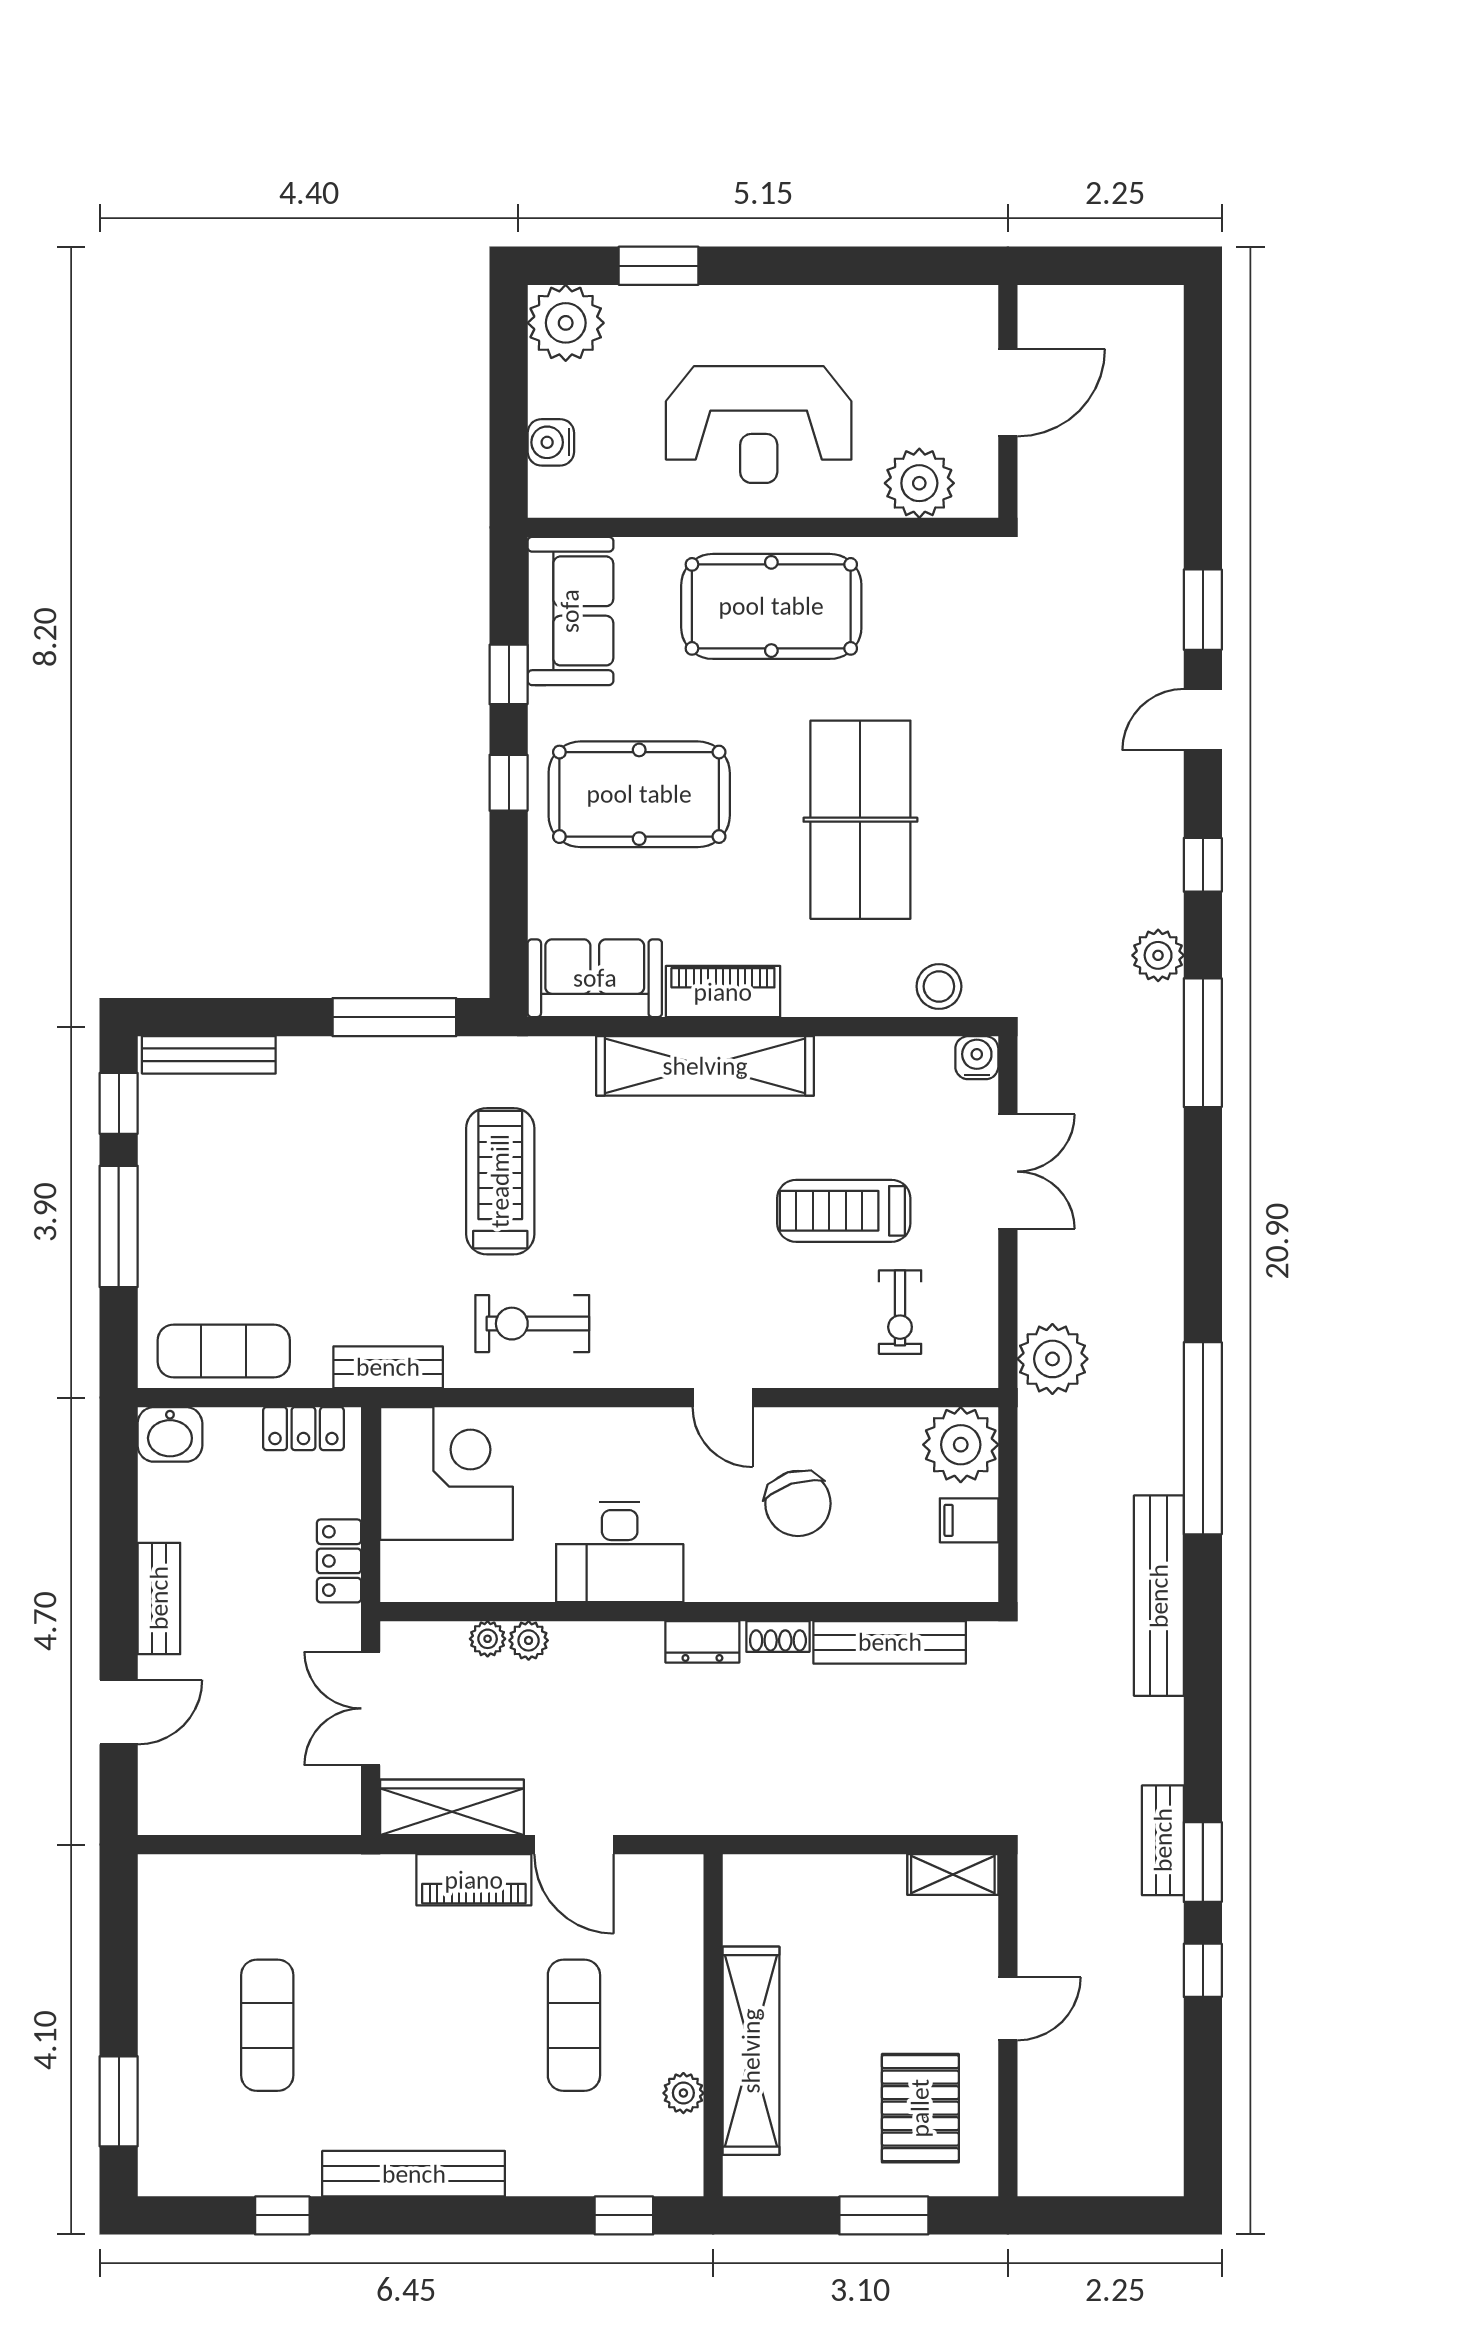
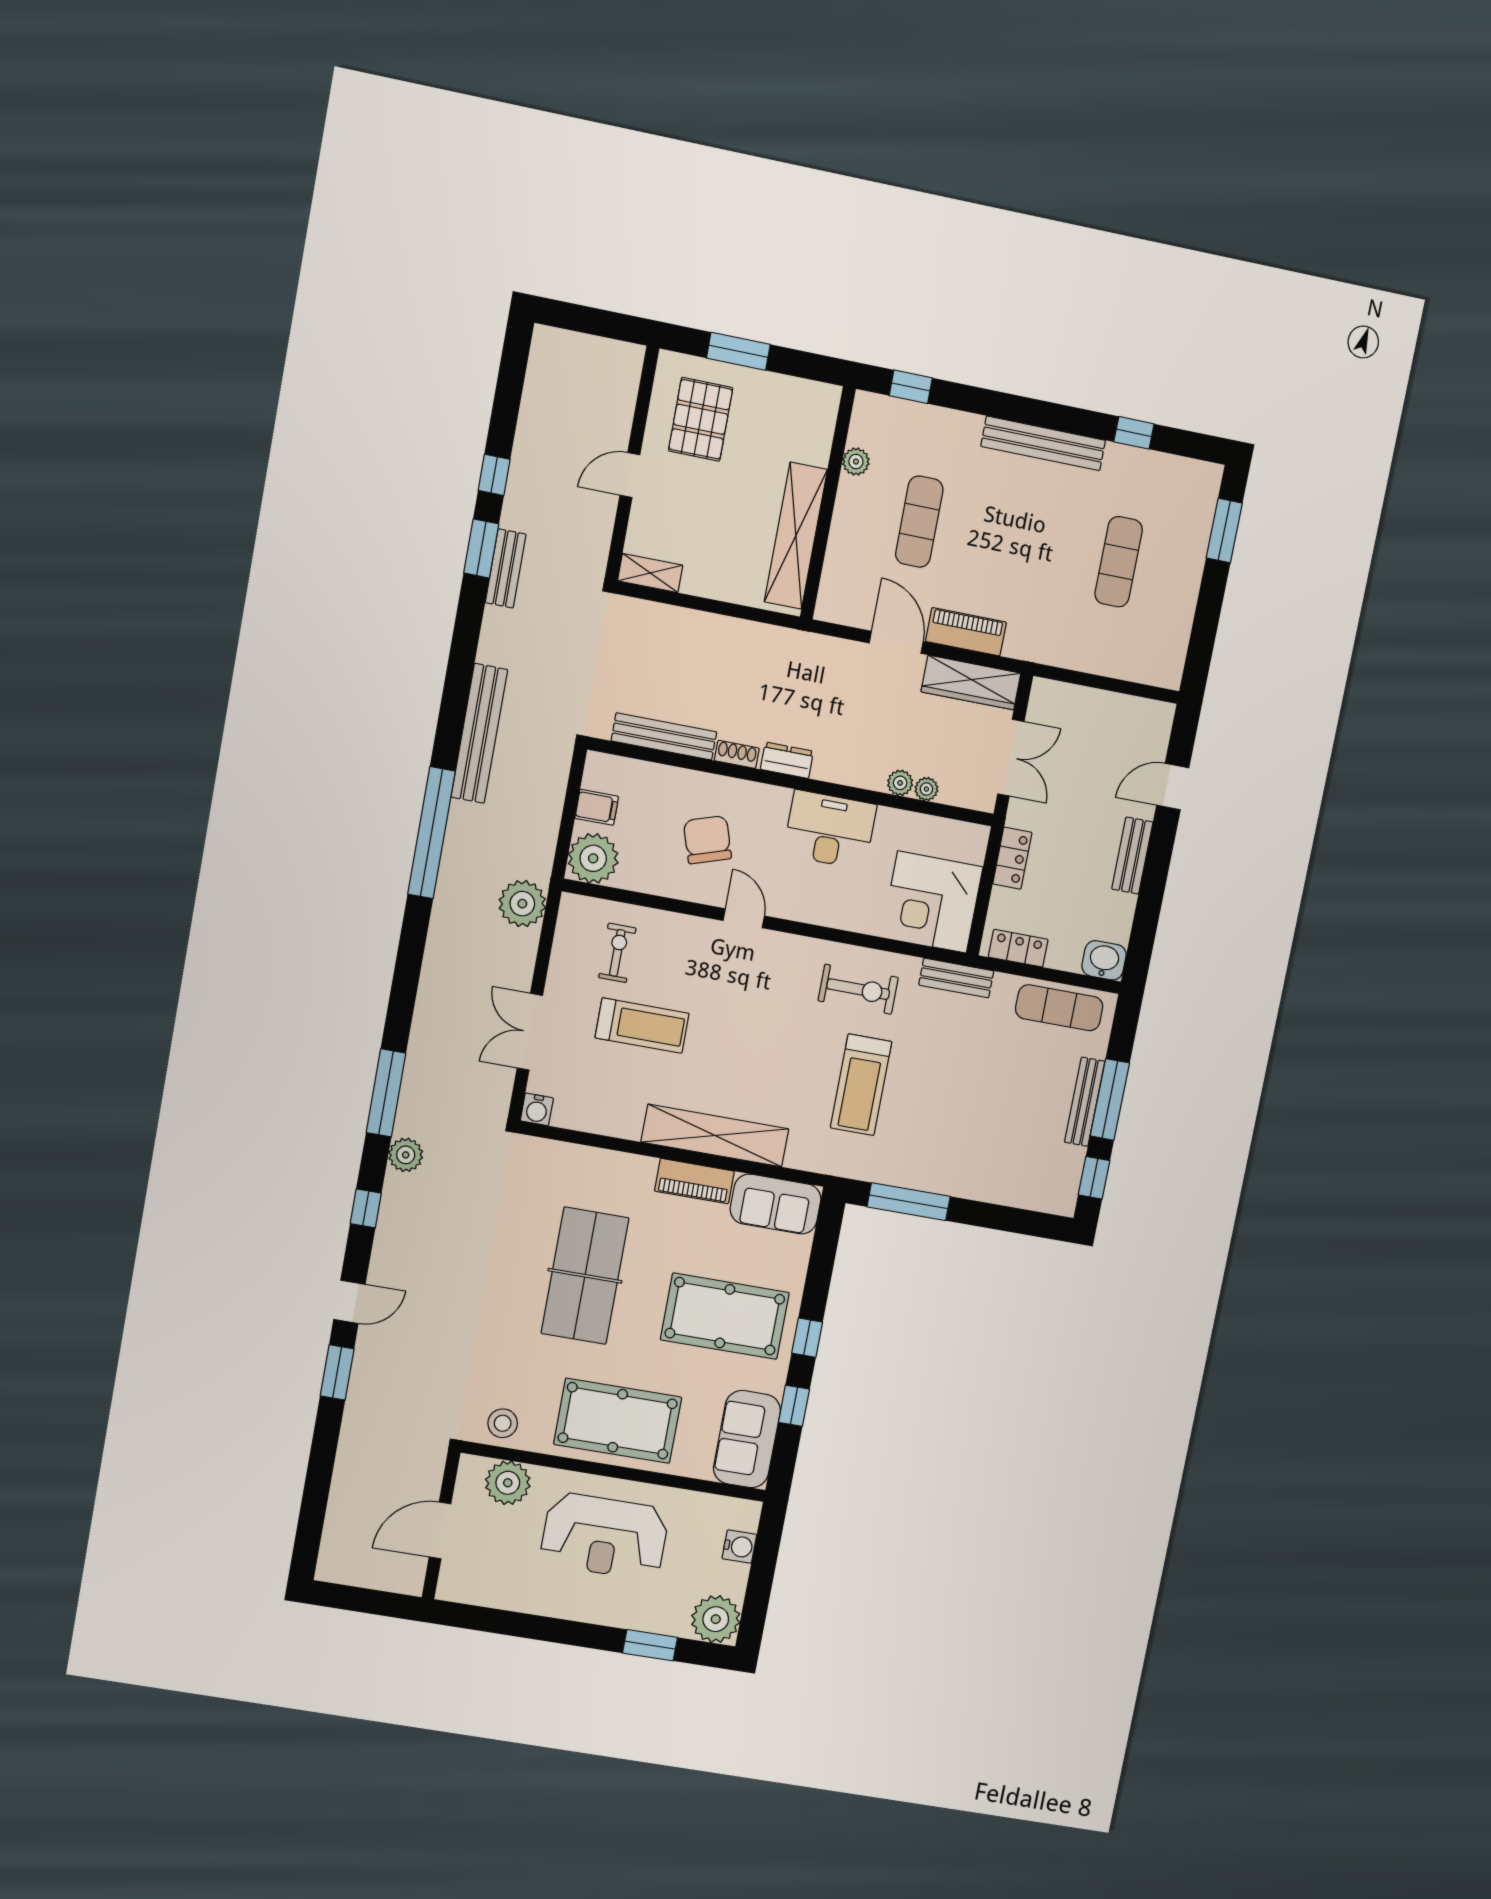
reception desk: (759, 425) -> (604, 1536), turned 180
stool: (939, 986) -> (503, 1423), moved
bench: (209, 1055) -> (1085, 1102), moved, turned 90
shelving: (751, 2051) -> (796, 536), moved

